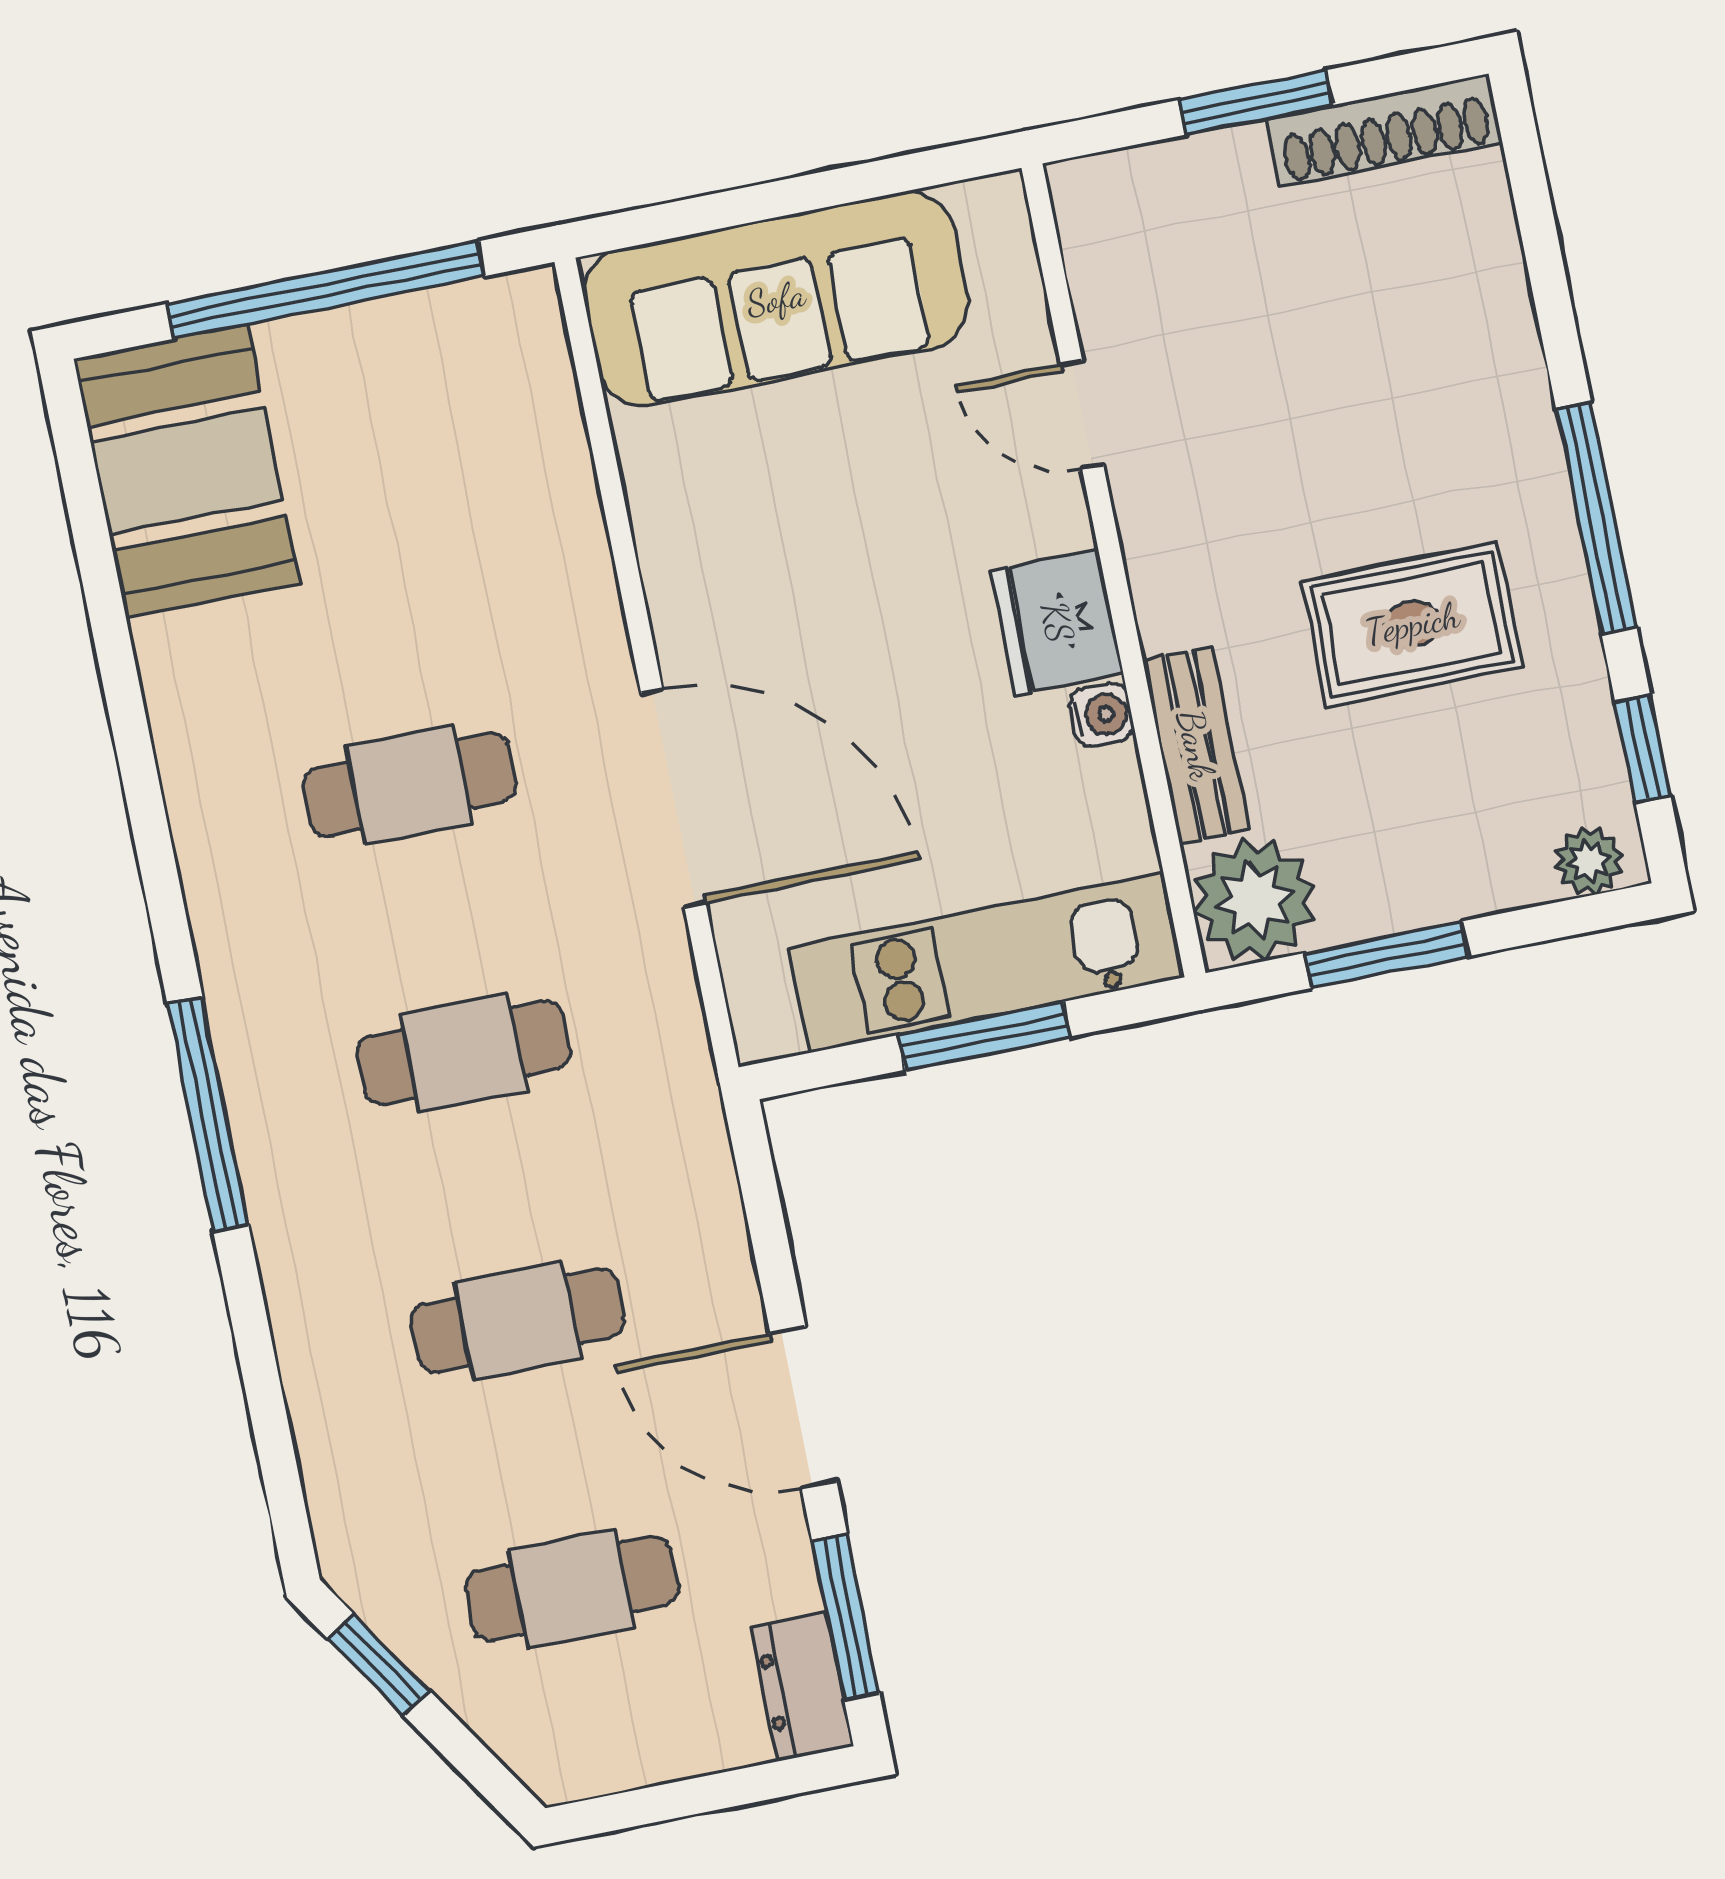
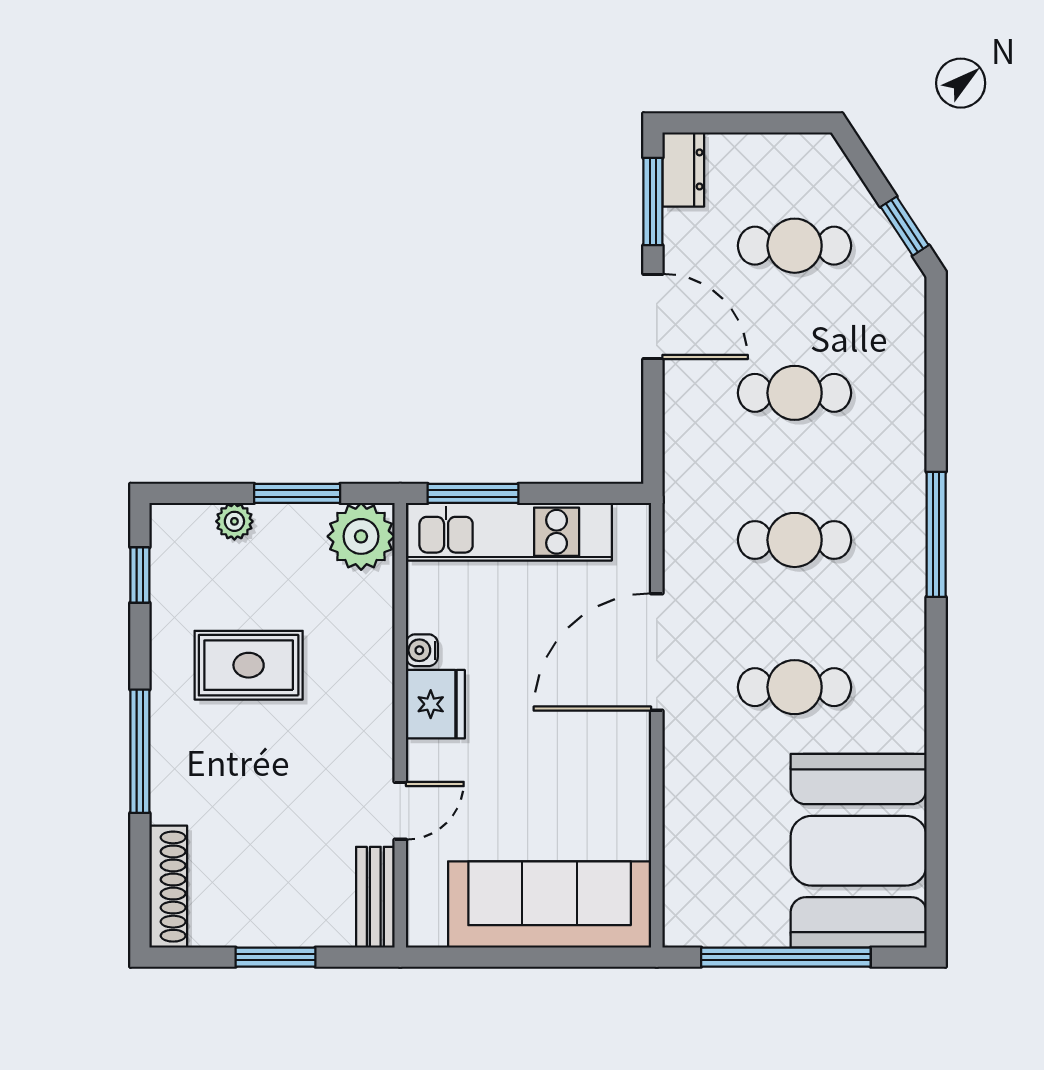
shoe rack: (1384, 130) -> (168, 887), moved, turned 90
door: (1082, 415) -> (400, 811), hinge flipped
booth: (187, 471) -> (859, 851), width x1.36, depth x1.42
window: (1596, 518) -> (140, 751), moved
bench: (1196, 745) -> (375, 897), moved
door: (673, 798) -> (657, 652), hinge flipped
plant: (1589, 861) -> (234, 521), moved
window: (984, 1036) -> (473, 493), moved

